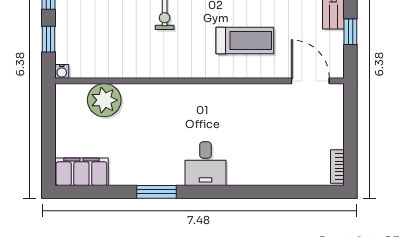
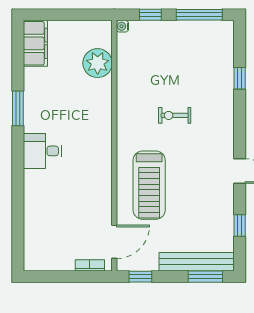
window: (350, 32) -> (140, 277), moved
treadmill: (245, 41) -> (149, 185), width x1.37, depth x1.38
bookcase: (337, 166) -> (90, 265), moved

